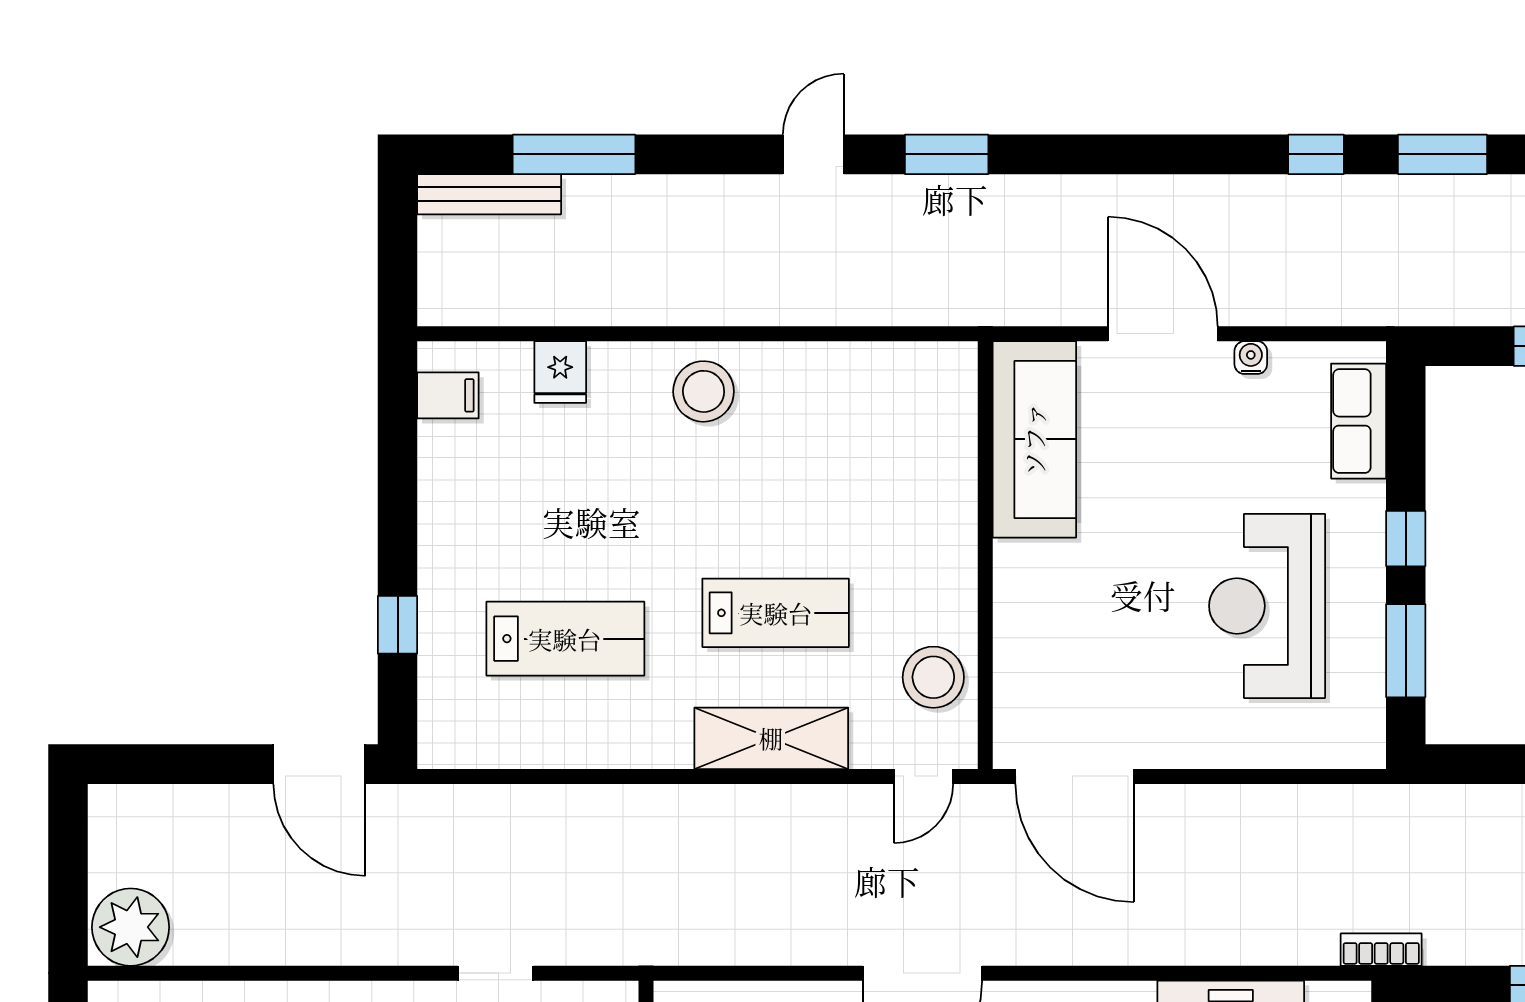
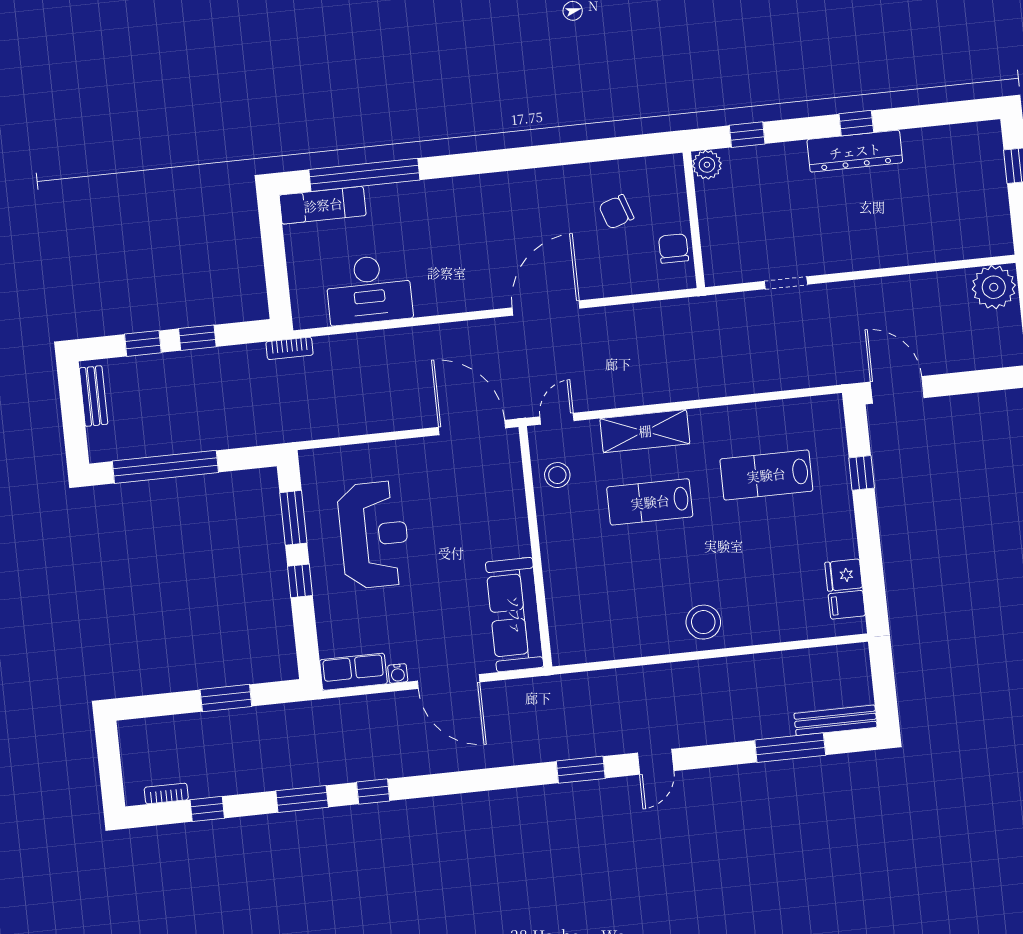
fridge: (560, 372) -> (844, 575), moved, turned -90
row of seats: (1359, 421) -> (353, 672), moved, turned -90
stool: (933, 677) -> (557, 475), width x0.73, depth x0.73

